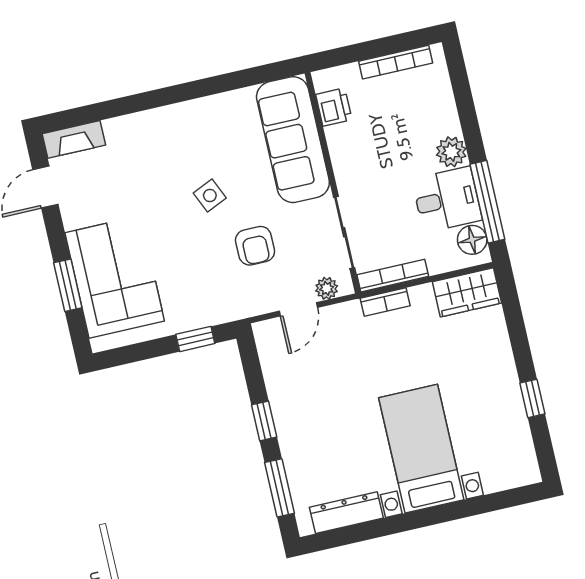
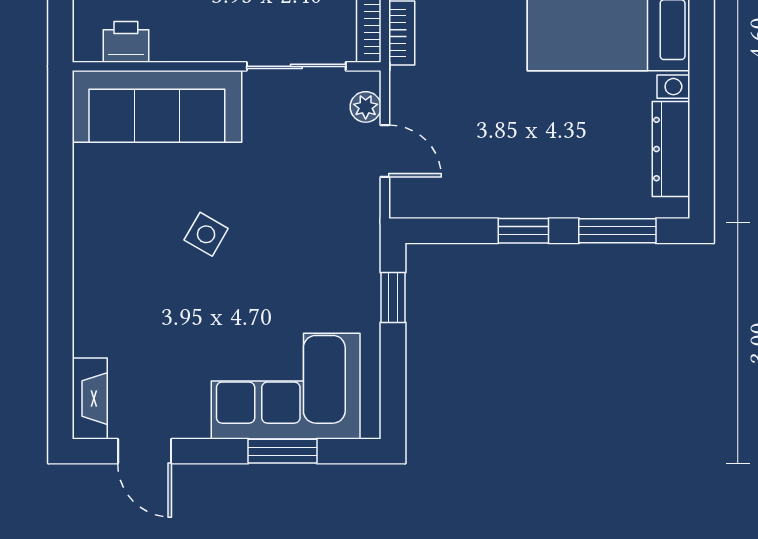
side table: (210, 195) -> (206, 234), turned -36
armchair: (255, 246) -> (287, 189), removed

